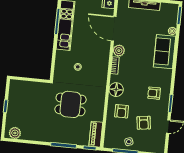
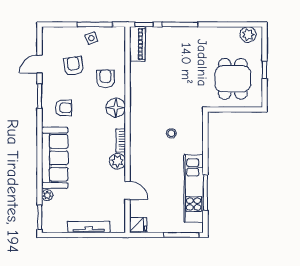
door: (114, 29) -> (128, 190), width x0.53
sofa: (165, 52) -> (55, 158), width x1.36
dining table: (71, 104) -> (233, 79), moved, turned 90

